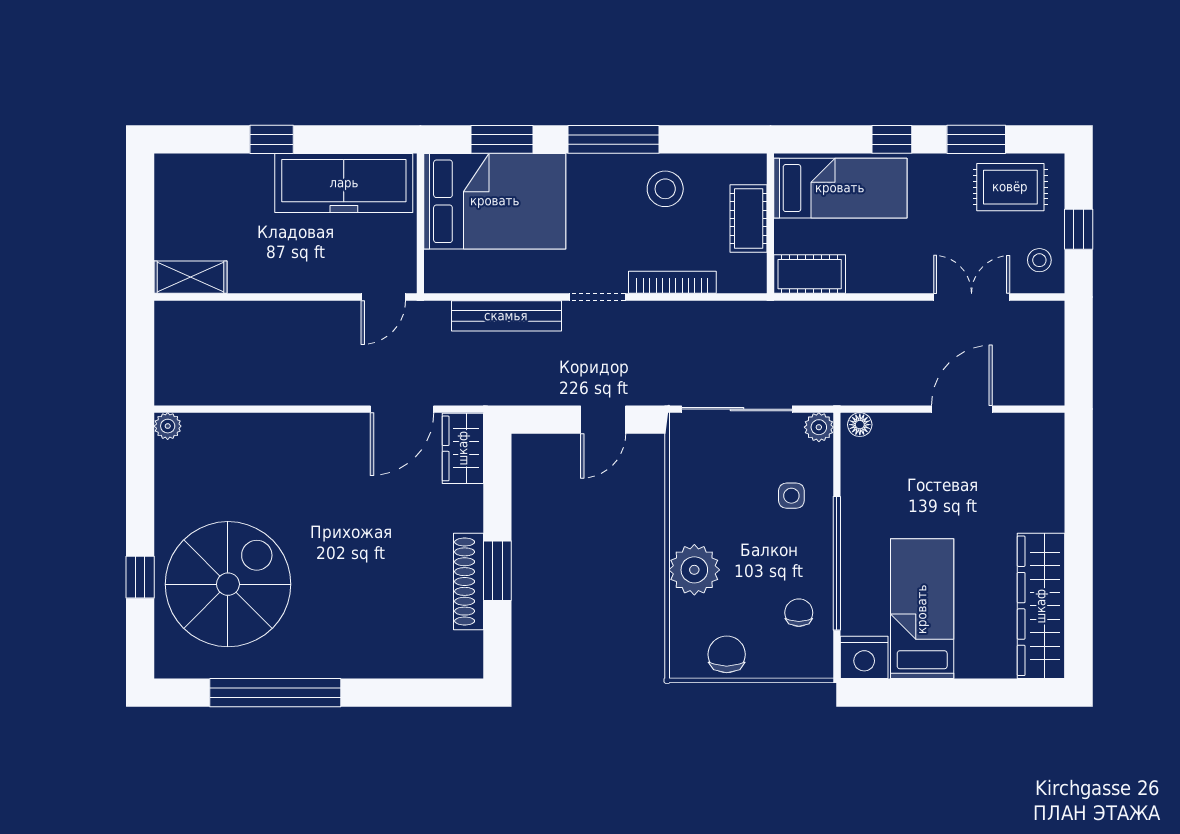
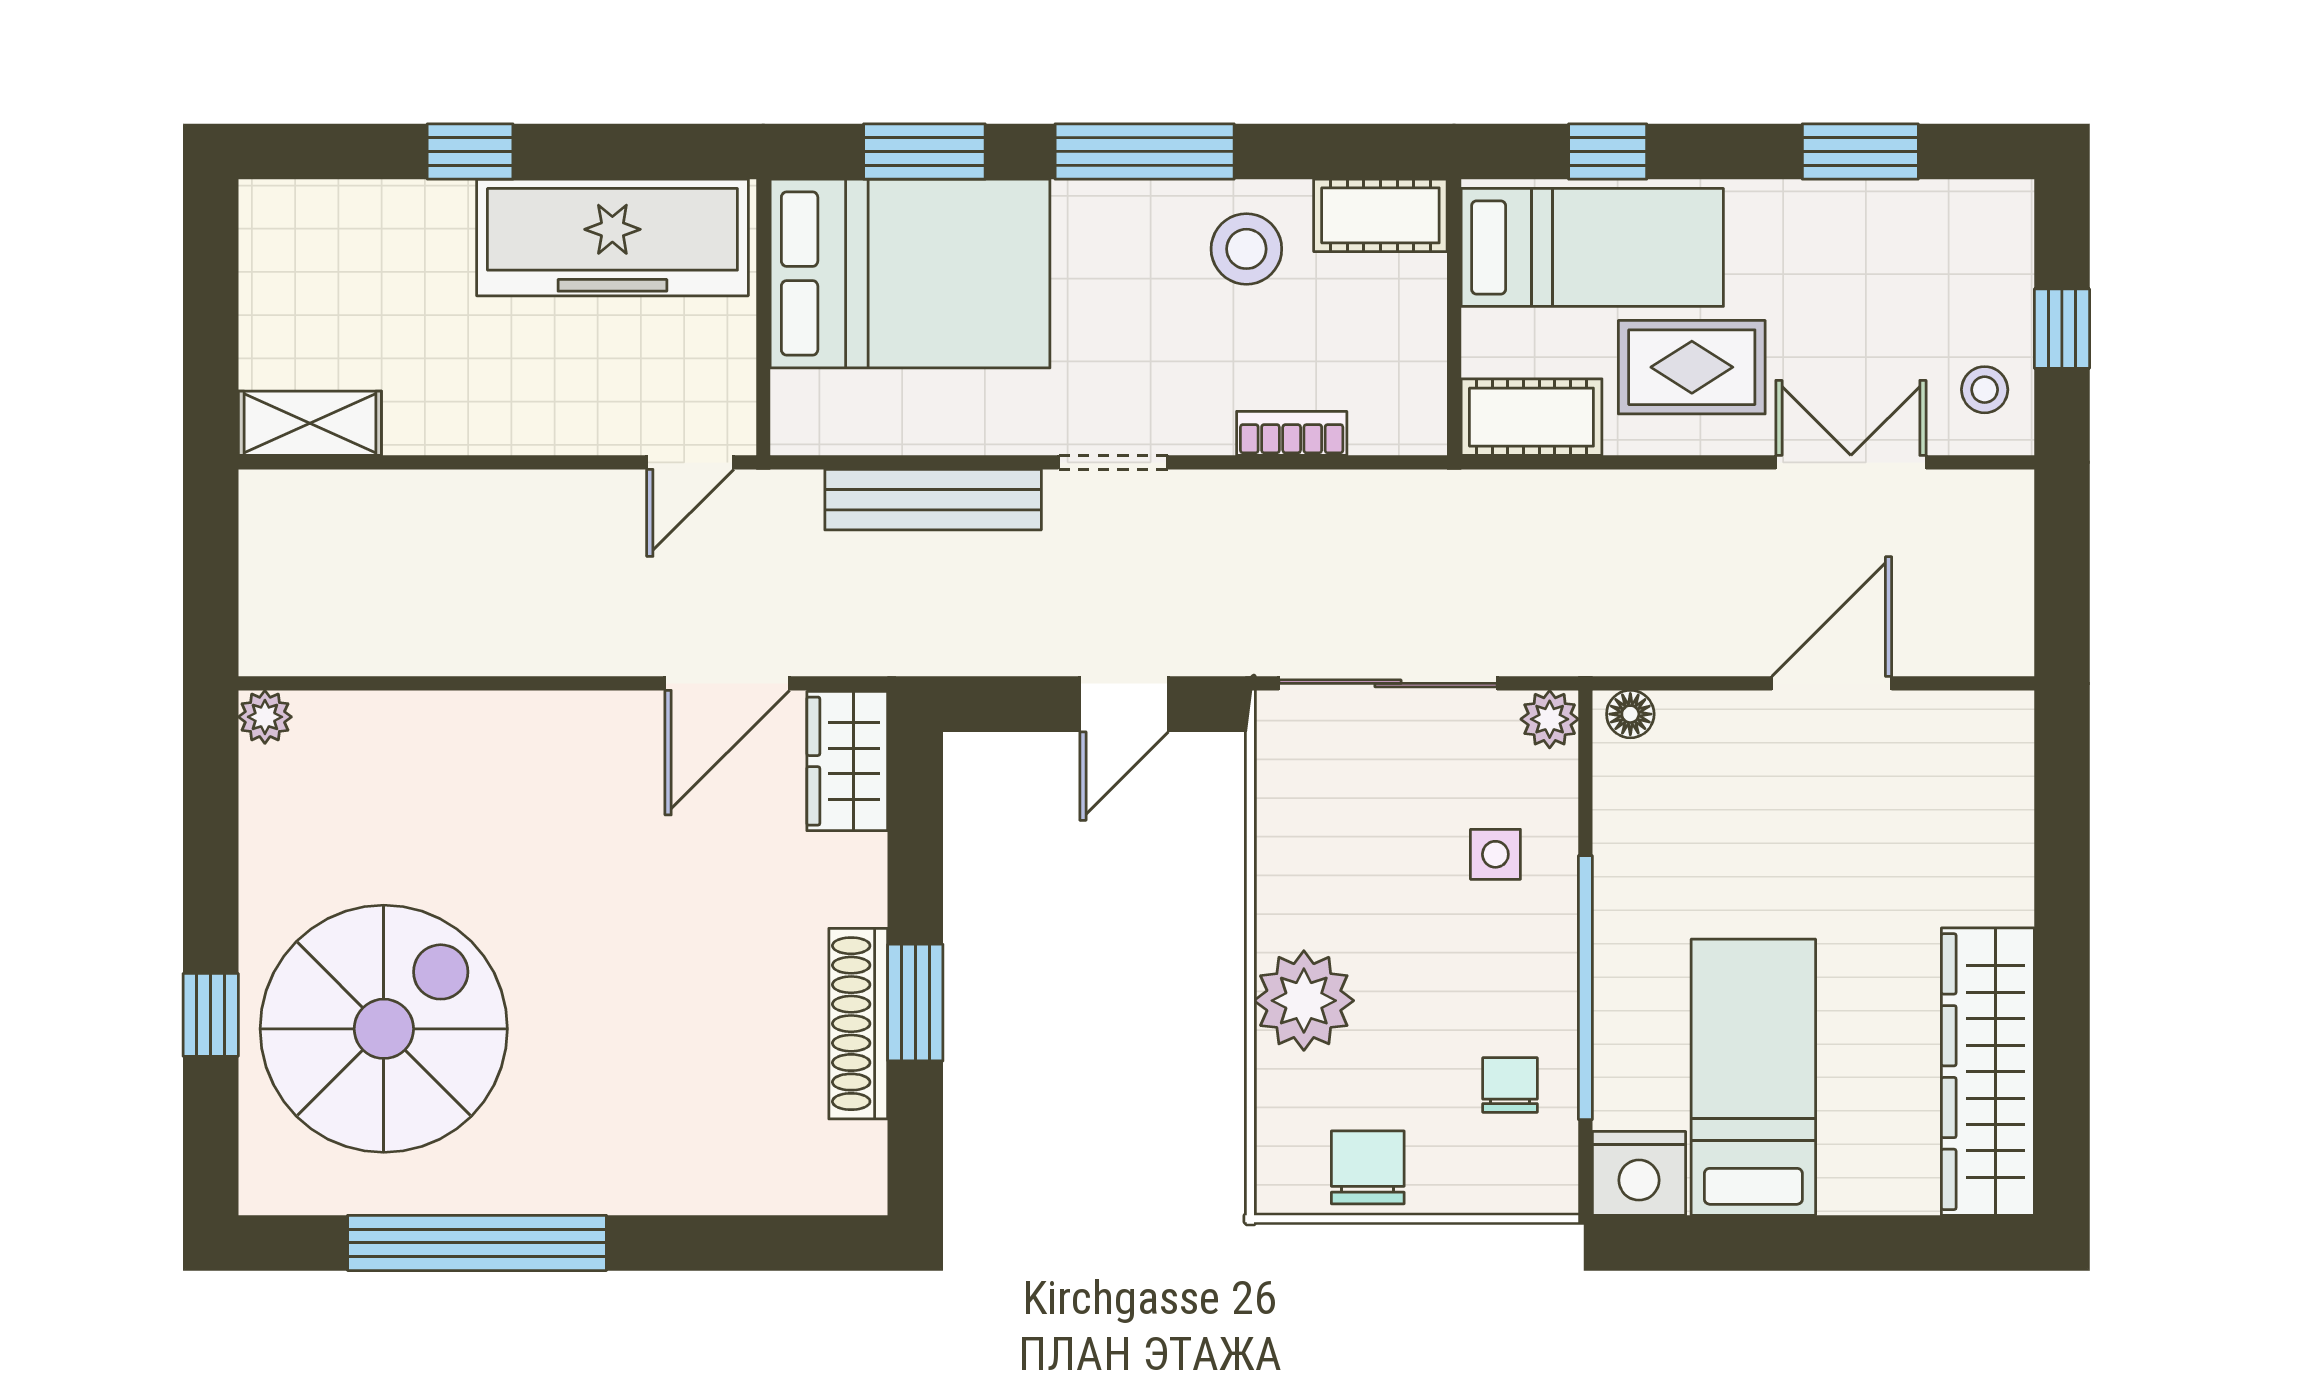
window: (892, 139) -> (1608, 151), moved
rug: (1010, 187) -> (1692, 367), moved
cot: (749, 219) -> (1380, 215), moved, turned 90
bookcase: (672, 282) -> (1292, 433), width x0.64

